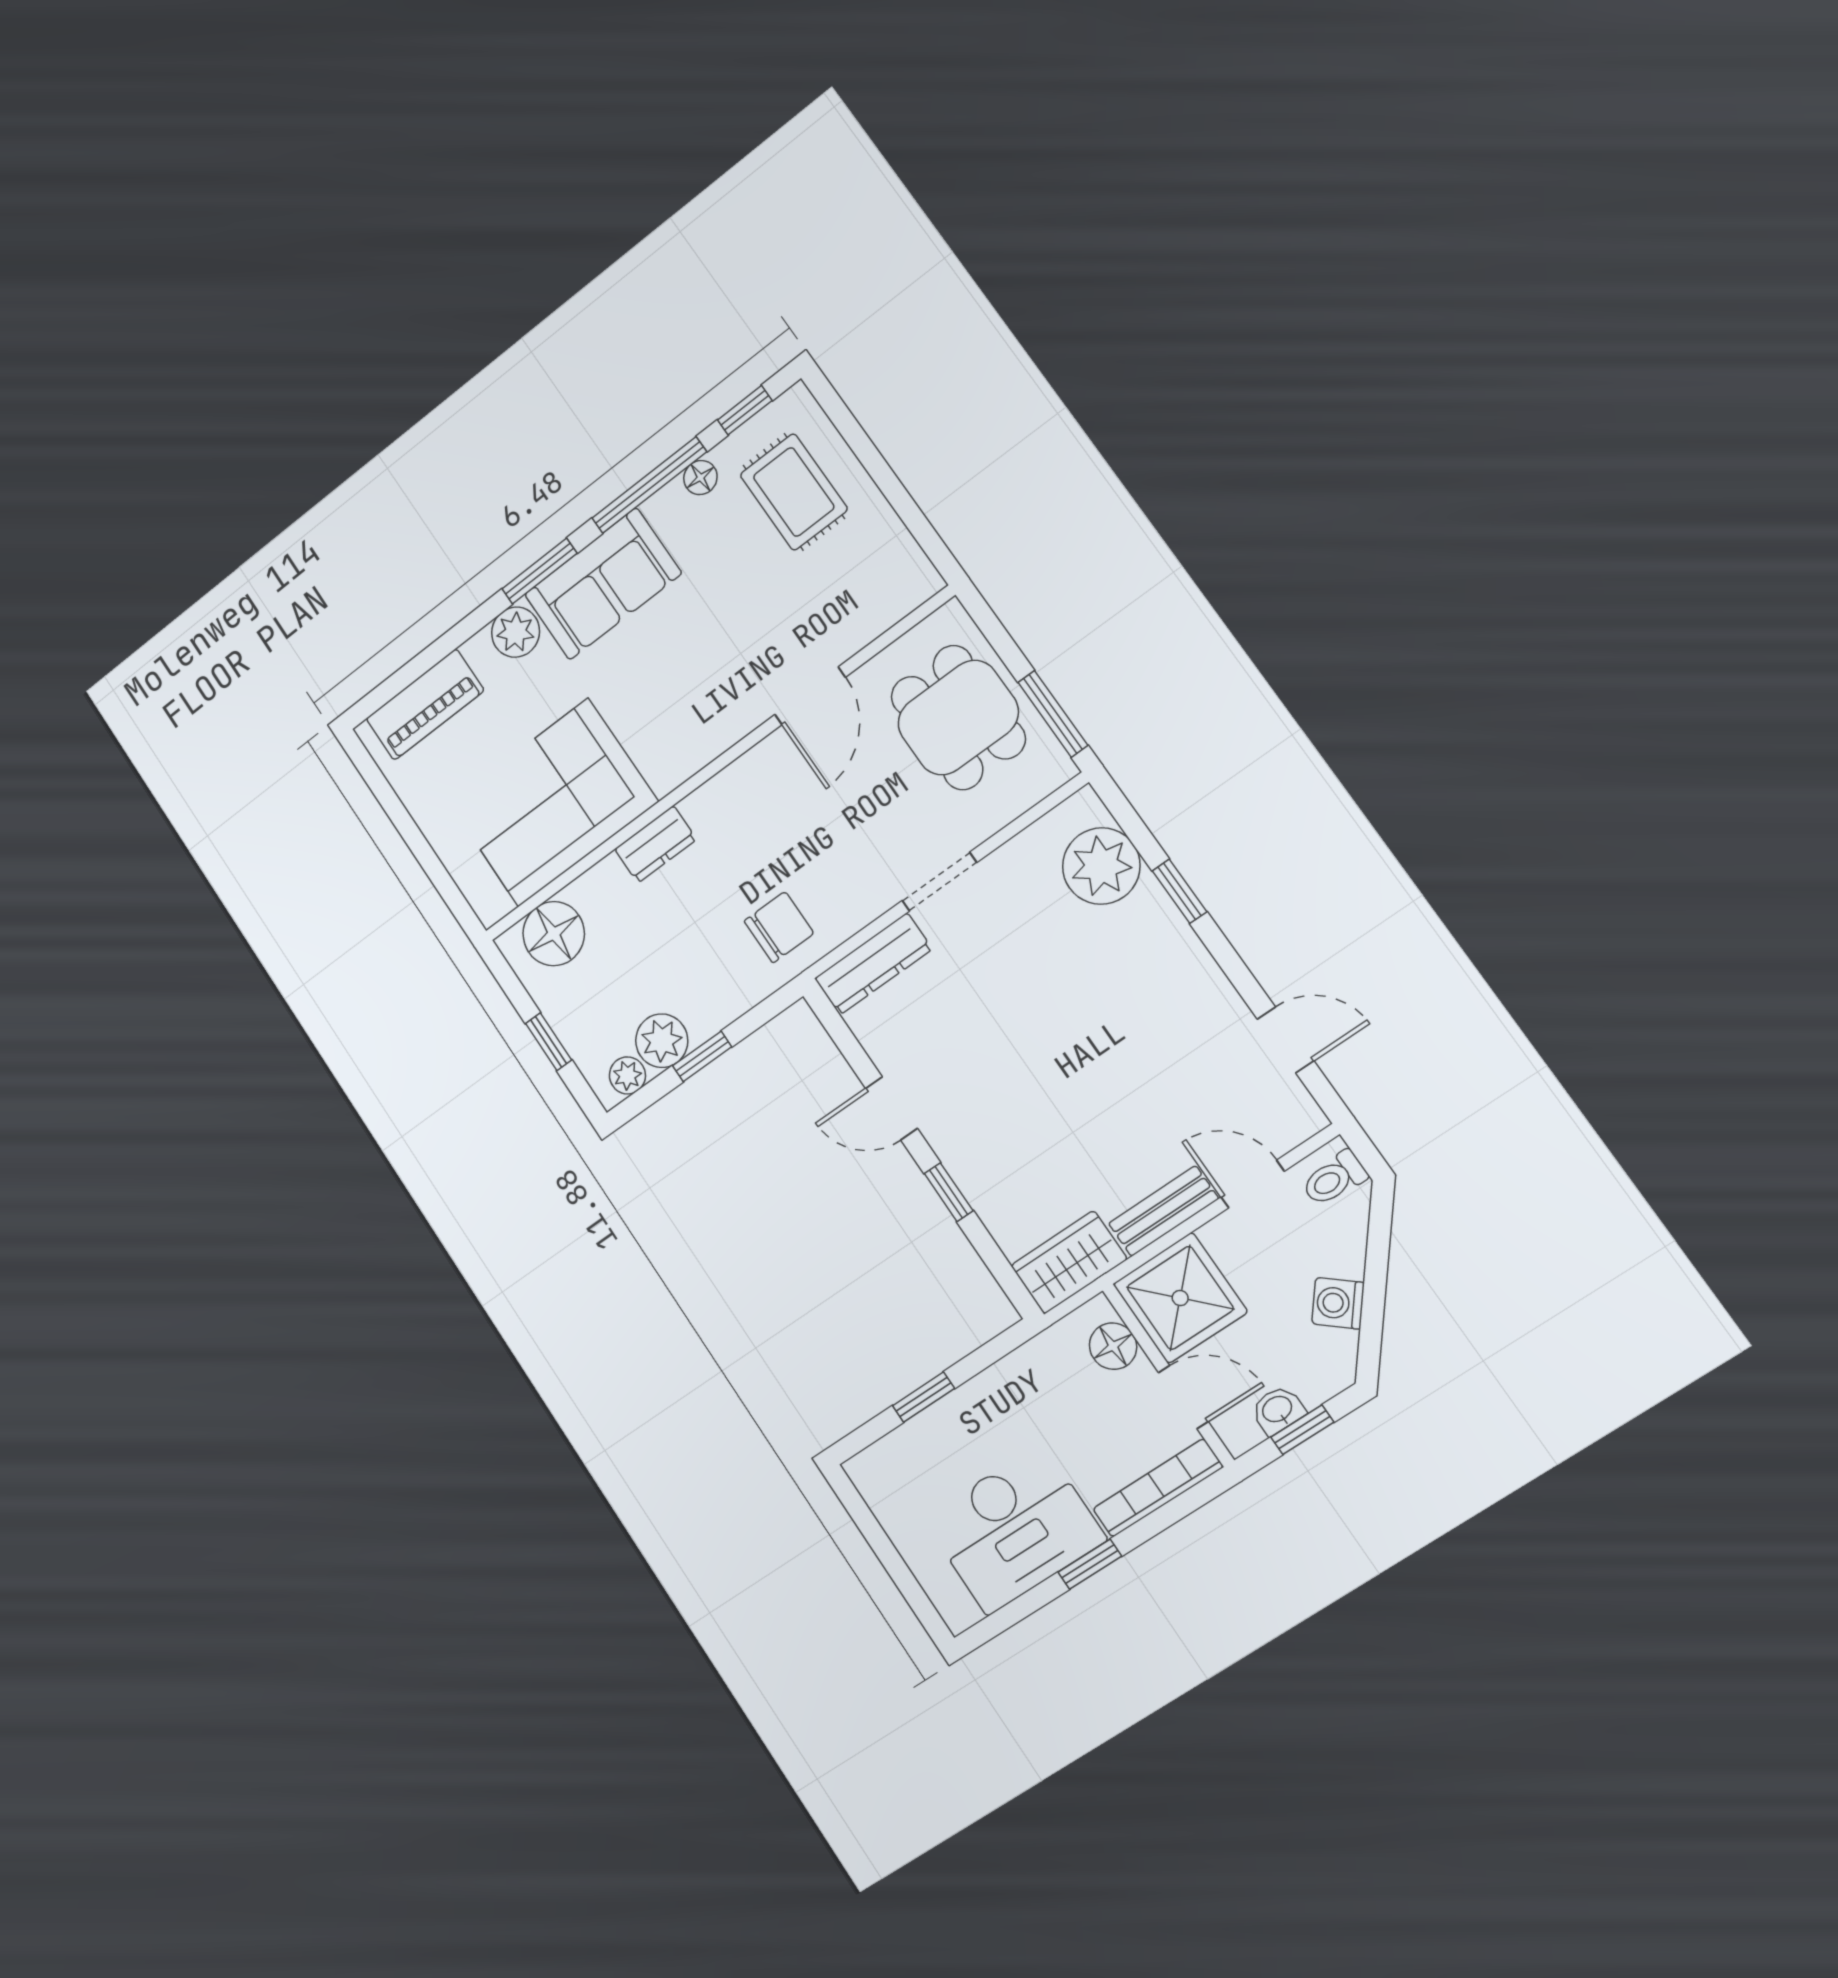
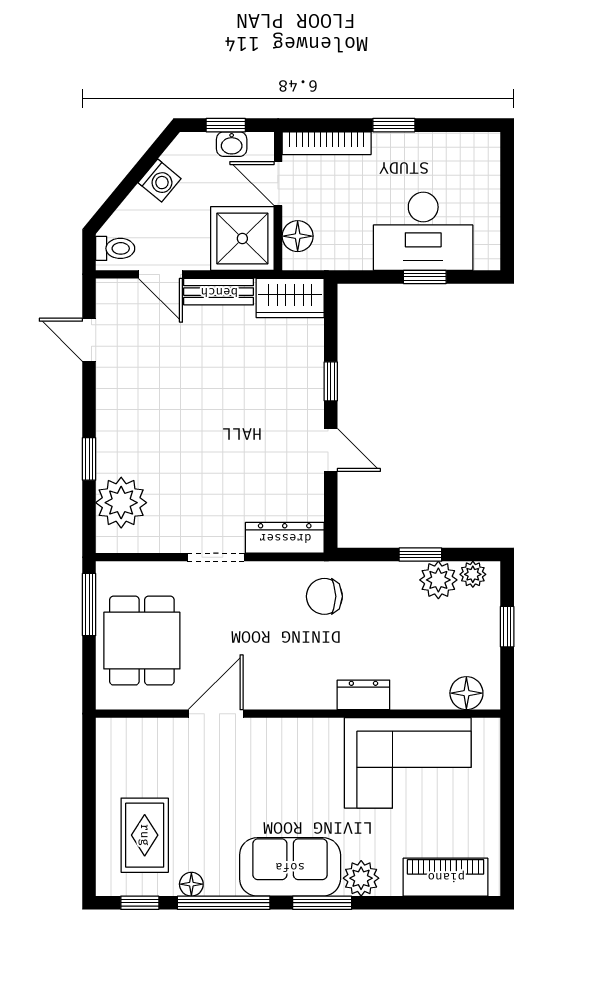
floor lamp: (554, 934) -> (466, 693), width x0.73, depth x0.73
desk: (1014, 1529) -> (423, 231), moved, turned 180

